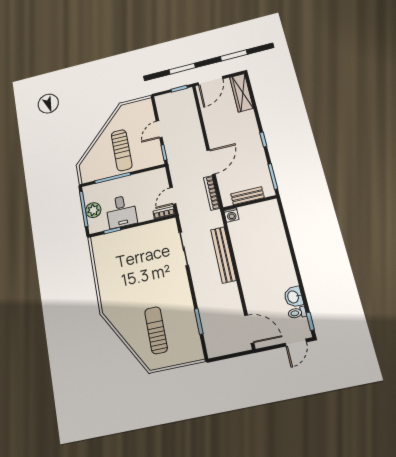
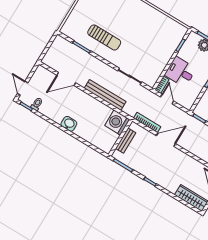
door: (211, 162) -> (166, 140), swing flipped
desk: (121, 211) -> (180, 72), moved
washing machine: (231, 215) -> (117, 122), width x1.89, depth x1.89
washbasin: (294, 297) -> (69, 124), moved
door: (249, 329) -> (66, 79), moved
sun lounger: (156, 330) -> (104, 37), moved

